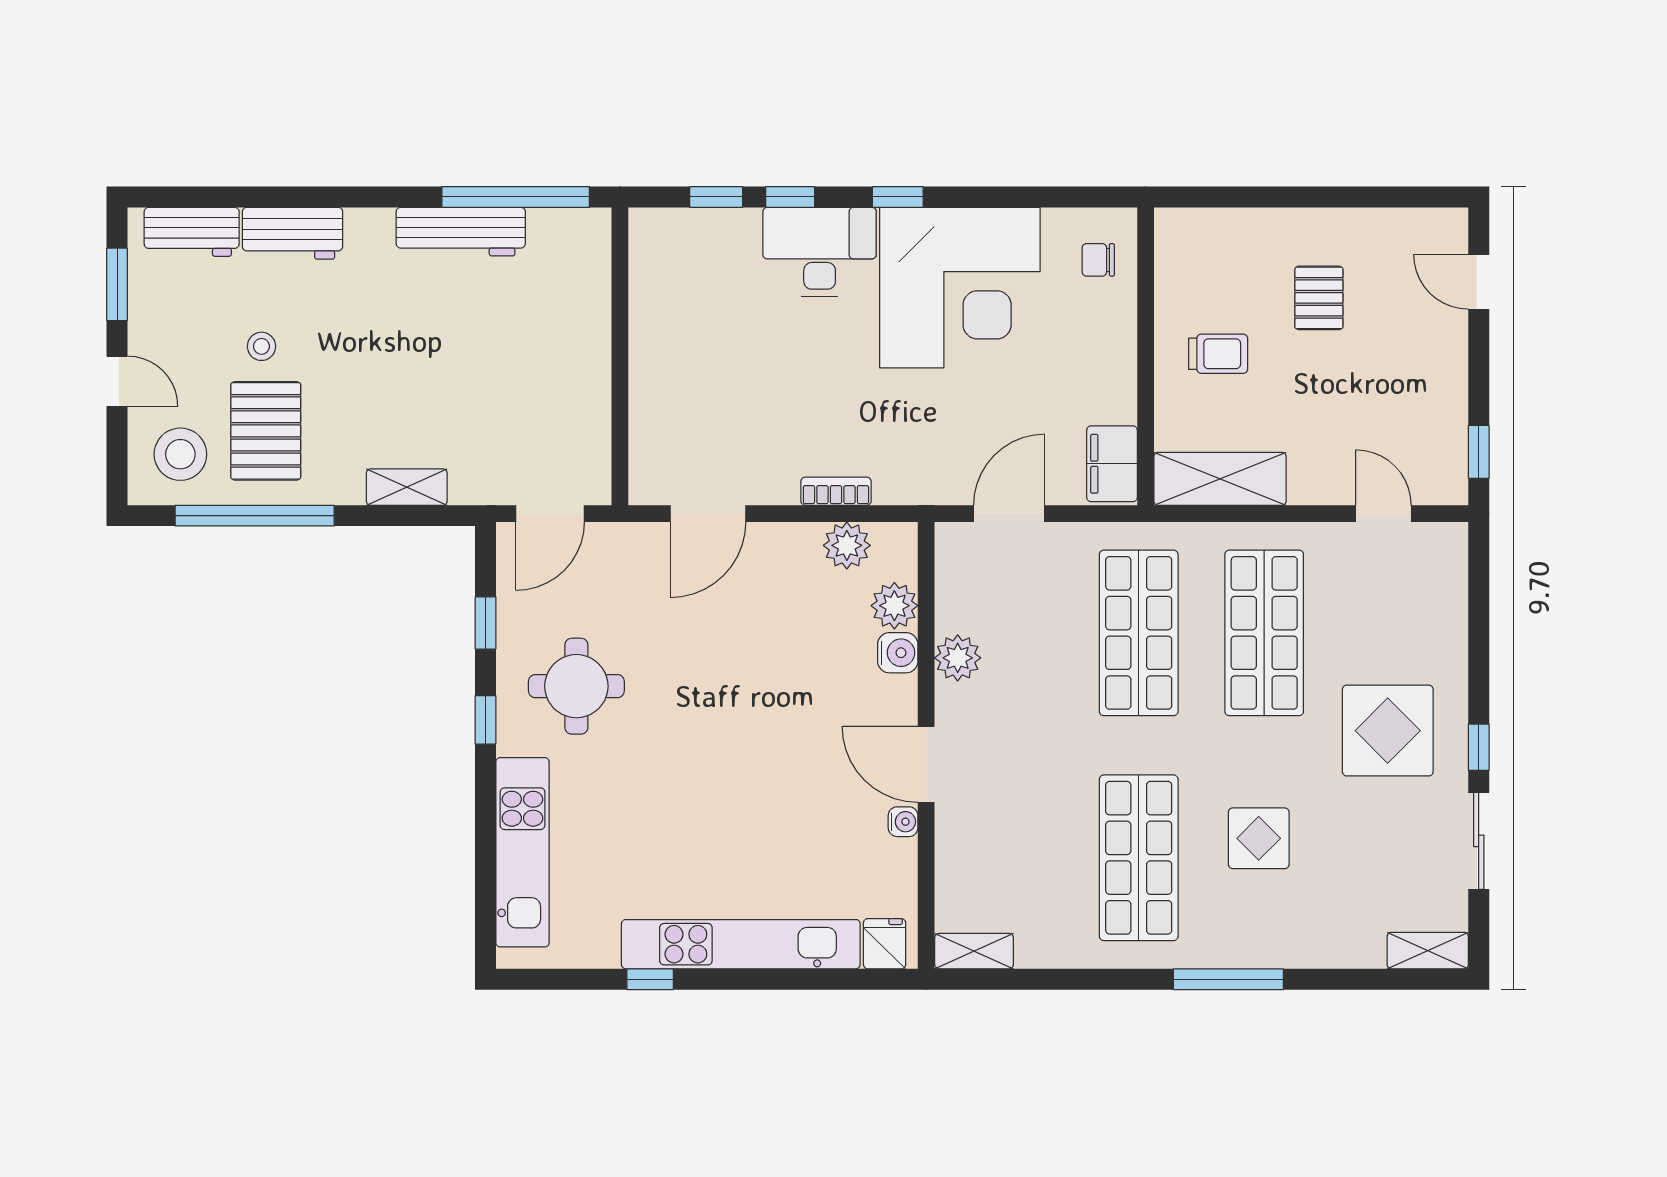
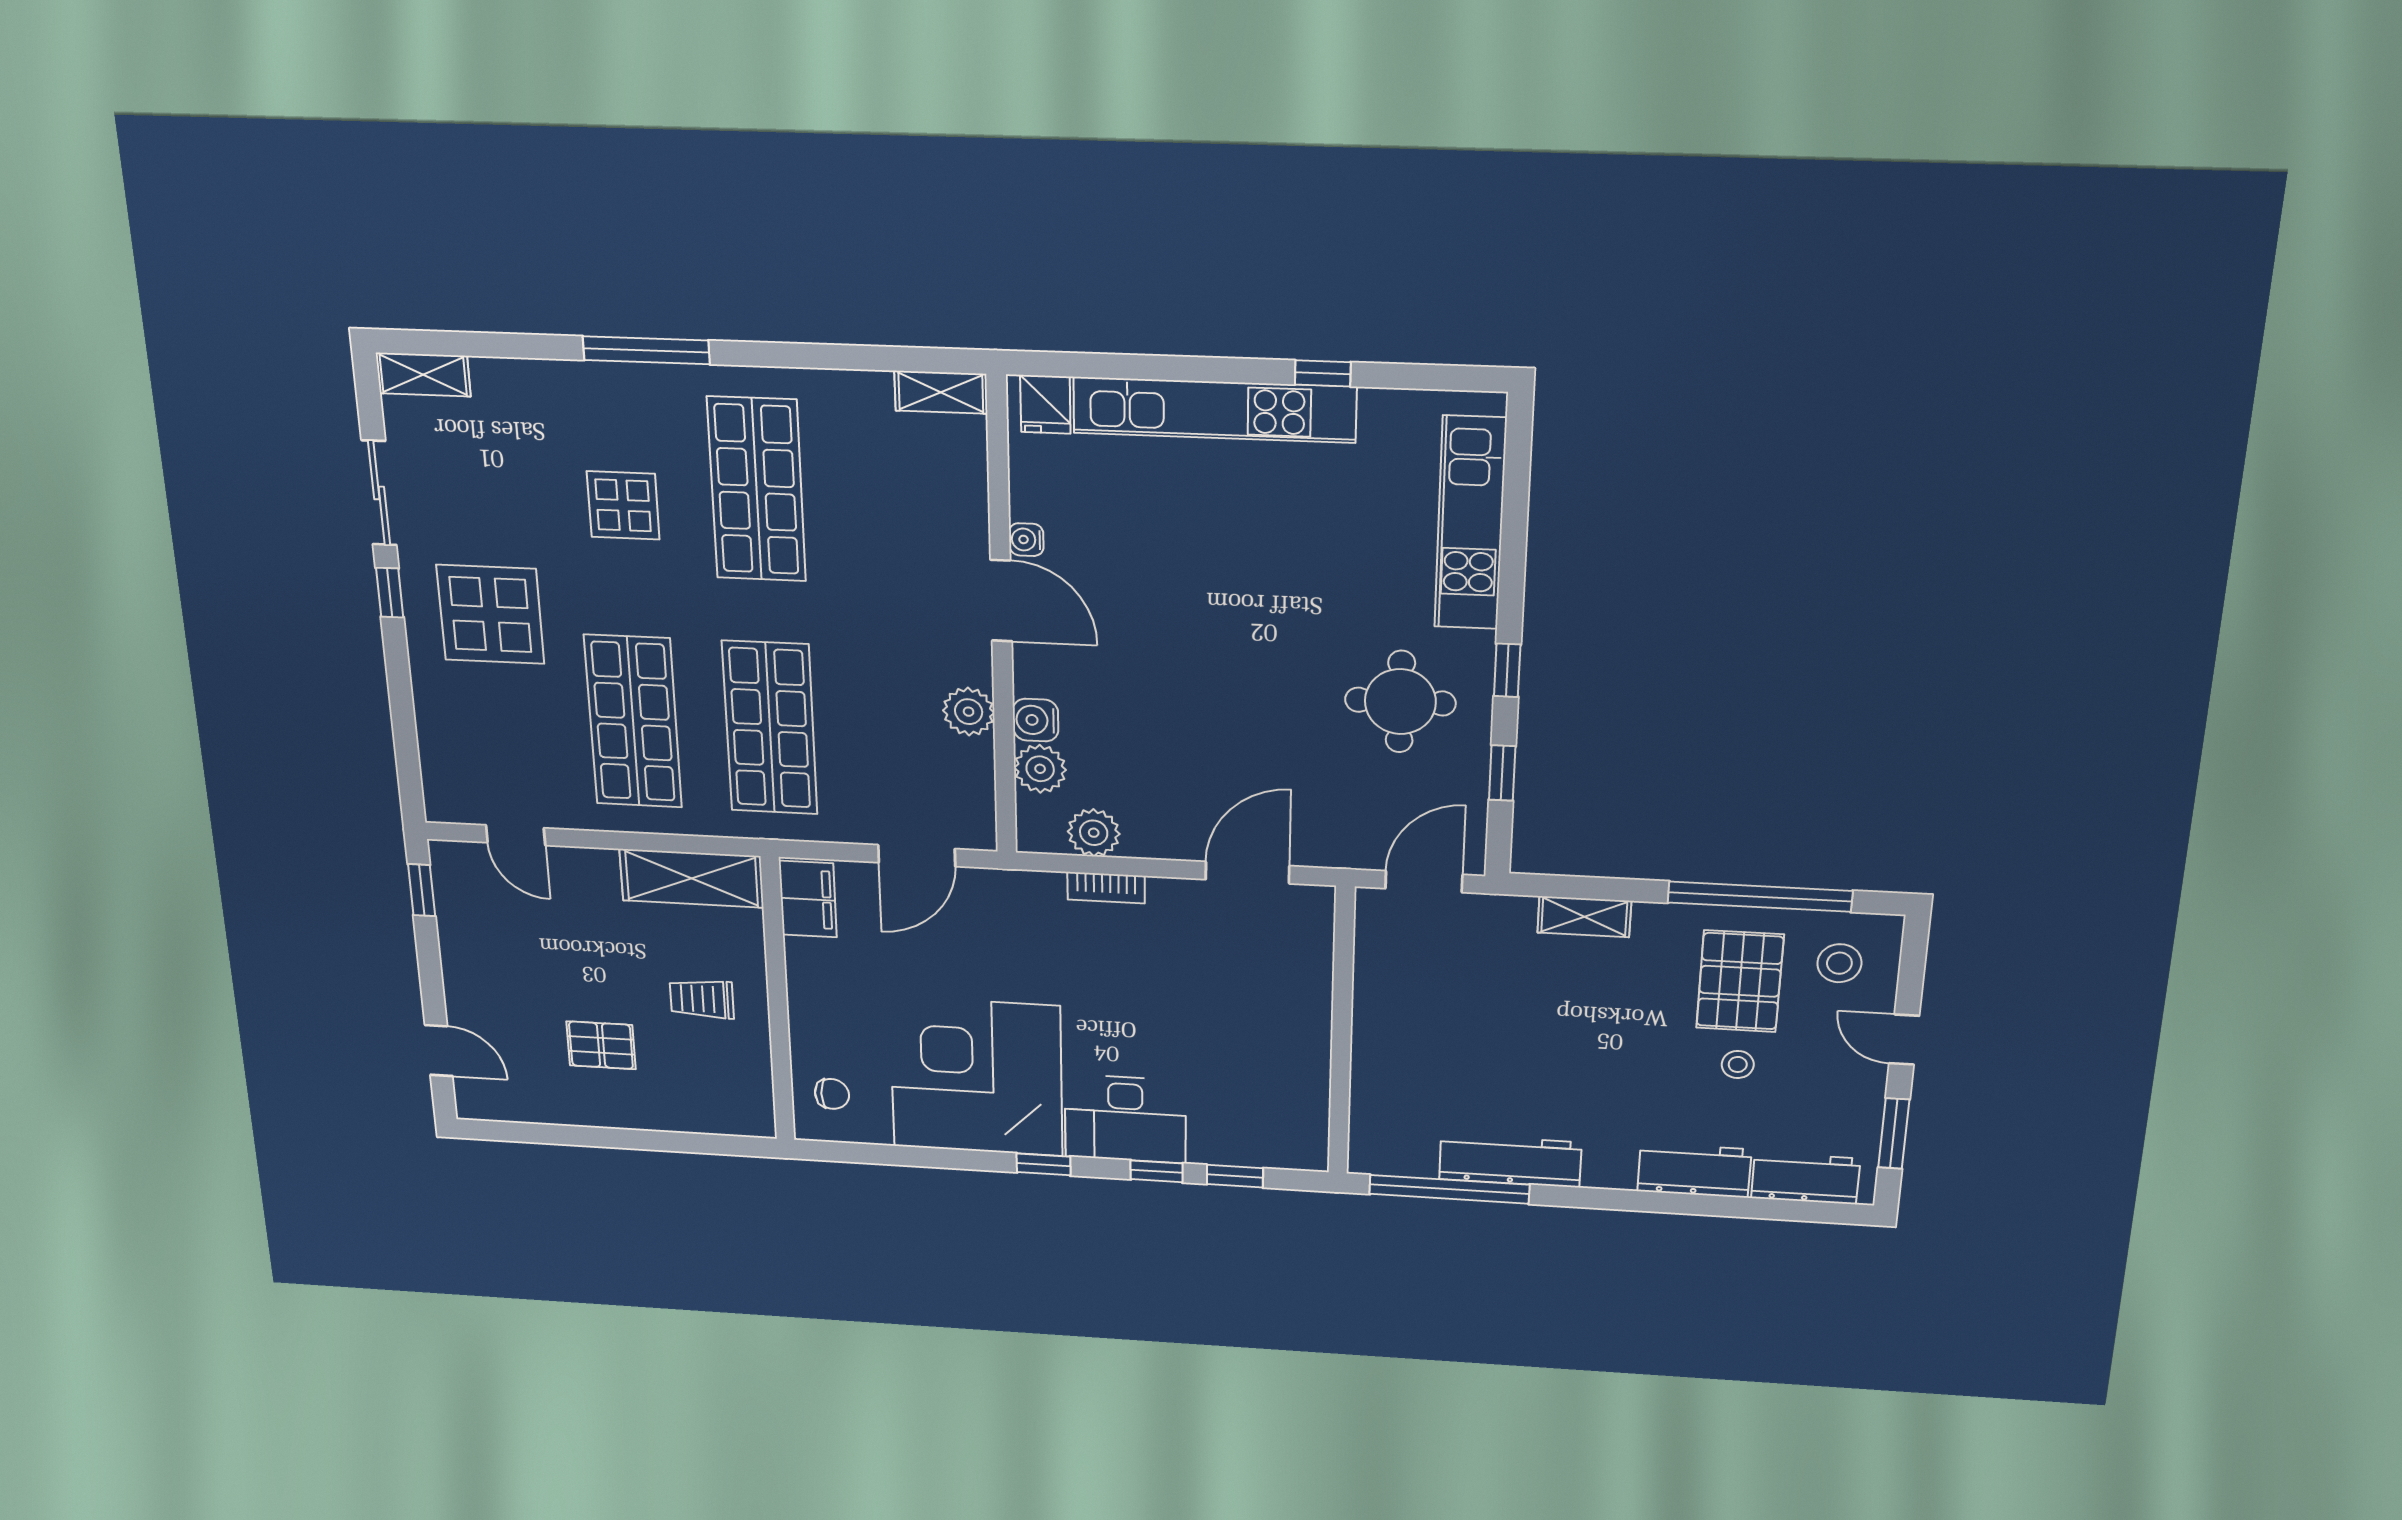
pallet: (1319, 298) -> (601, 1045), turned 90
stool: (180, 454) -> (1839, 963), width x0.73, depth x0.73

